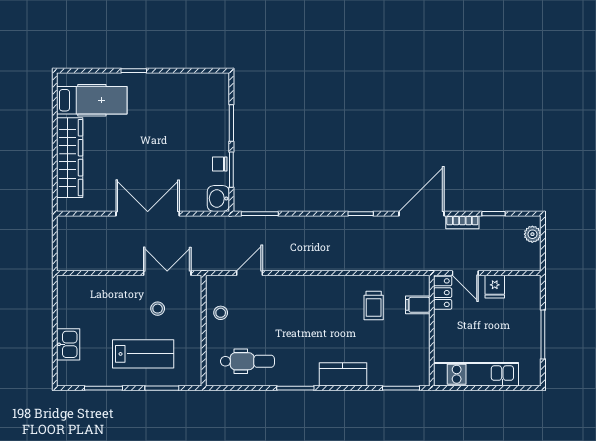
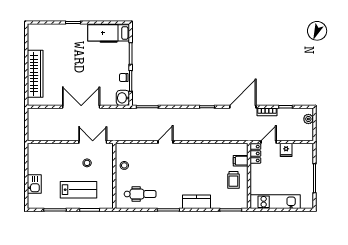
hospital bed: (92, 100) -> (109, 33), moved, turned 180
door: (250, 273) -> (165, 142), moved
door: (465, 273) -> (269, 142), swing flipped
trolley: (374, 306) -> (233, 180), moved

